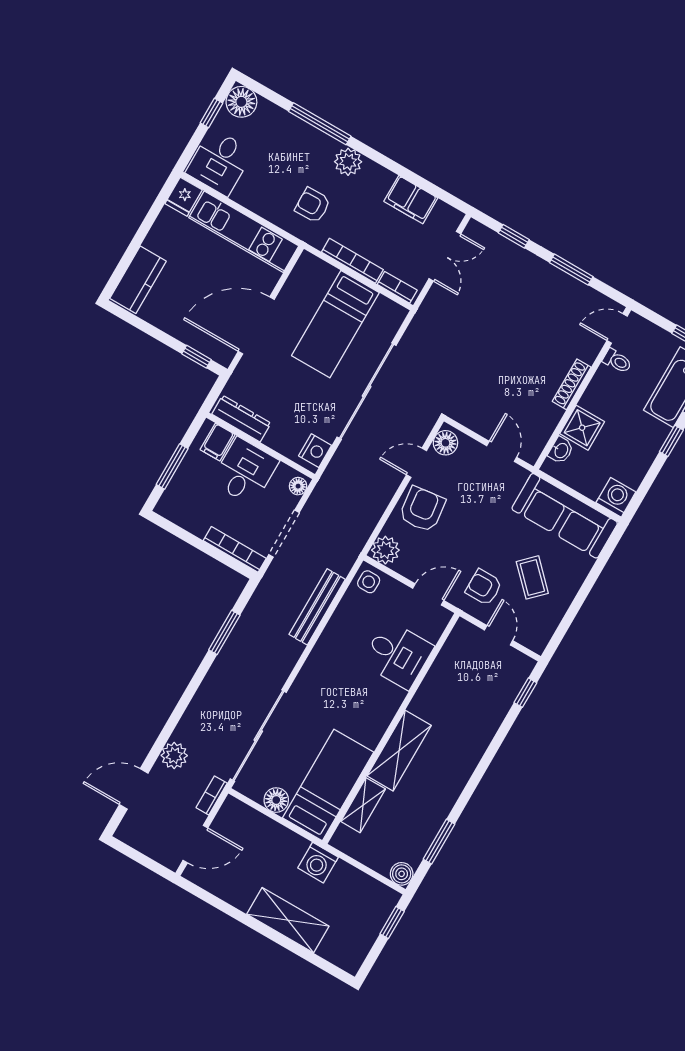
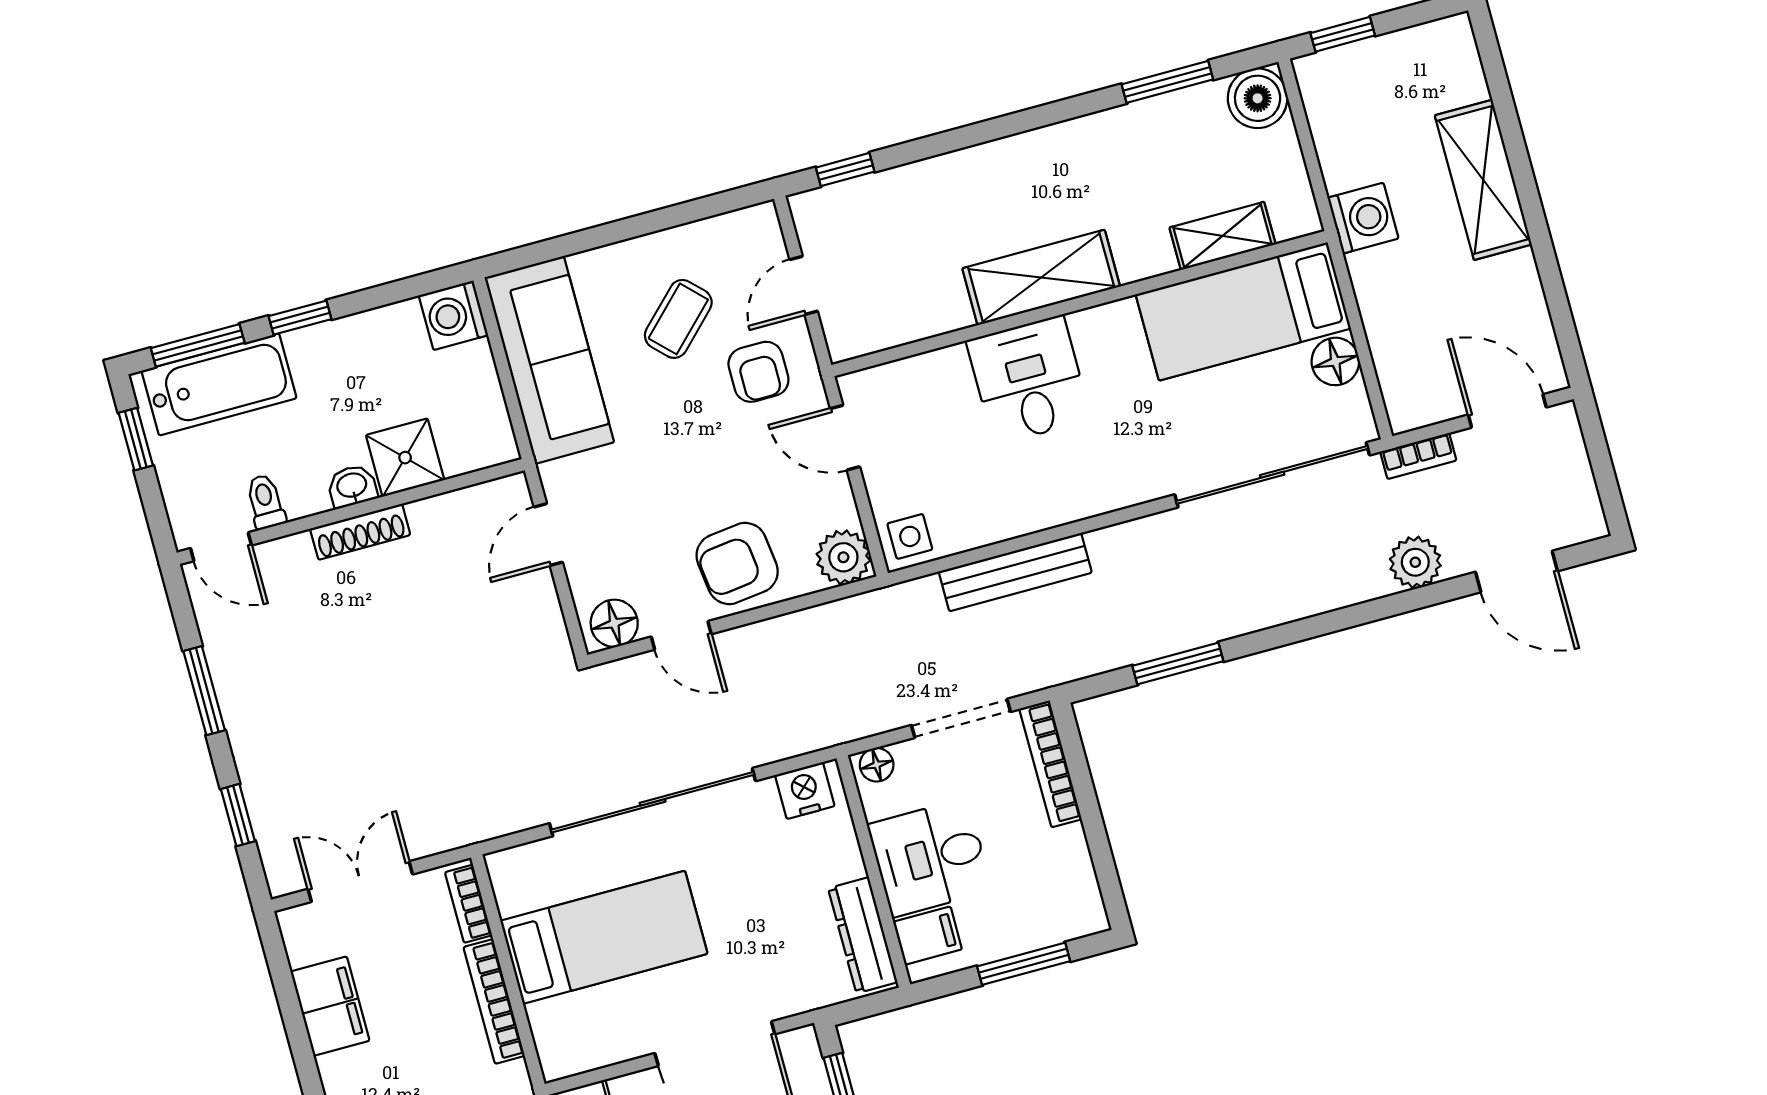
washbasin: (561, 450) -> (352, 486), moved
desk: (398, 655) -> (1029, 380), moved
shelving: (399, 751) -> (1041, 277), moved
boiler: (402, 874) -> (1258, 98), width x1.36, depth x1.36

